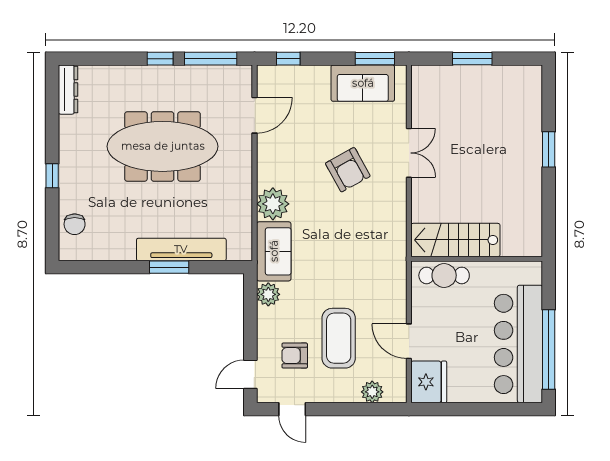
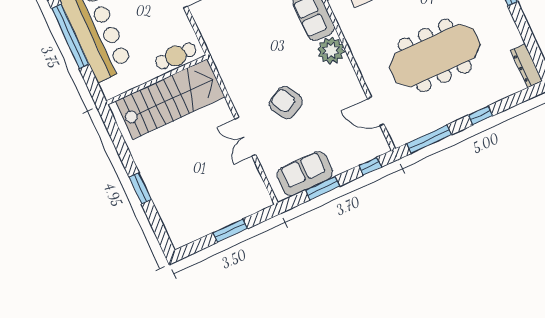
window: (160, 59) -> (481, 115), moved
window: (375, 59) -> (322, 188), moved
door: (254, 115) -> (376, 111), hinge flipped
stairs: (455, 240) -> (170, 99), width x1.36, depth x1.51

